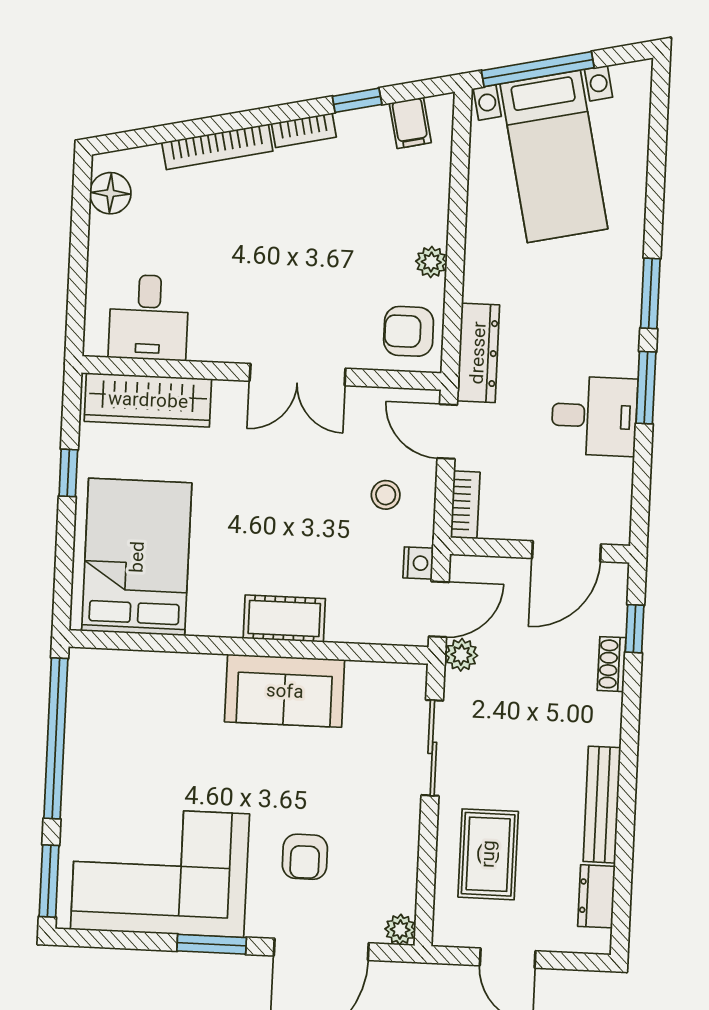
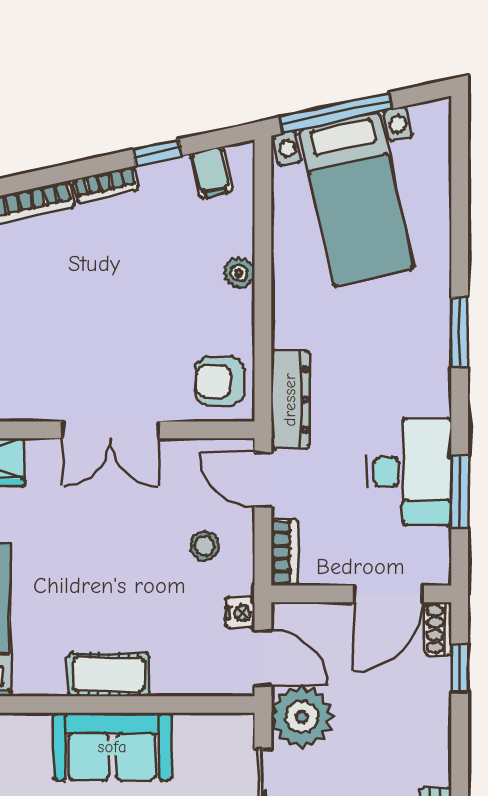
plant: (431, 262) -> (239, 273), moved
window: (646, 388) -> (460, 492), moved
desk: (594, 416) -> (409, 472), width x1.37
door: (439, 609) -> (263, 658), hinge flipped
plant: (461, 655) -> (302, 717), width x1.88, depth x1.88
shoe rack: (612, 664) -> (438, 629), moved

